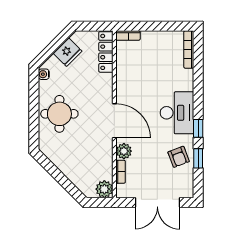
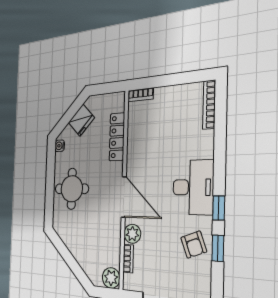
locker: (106, 52) -> (117, 137), moved

